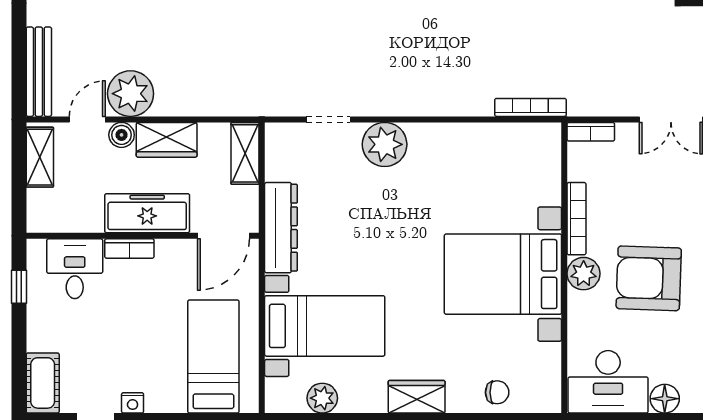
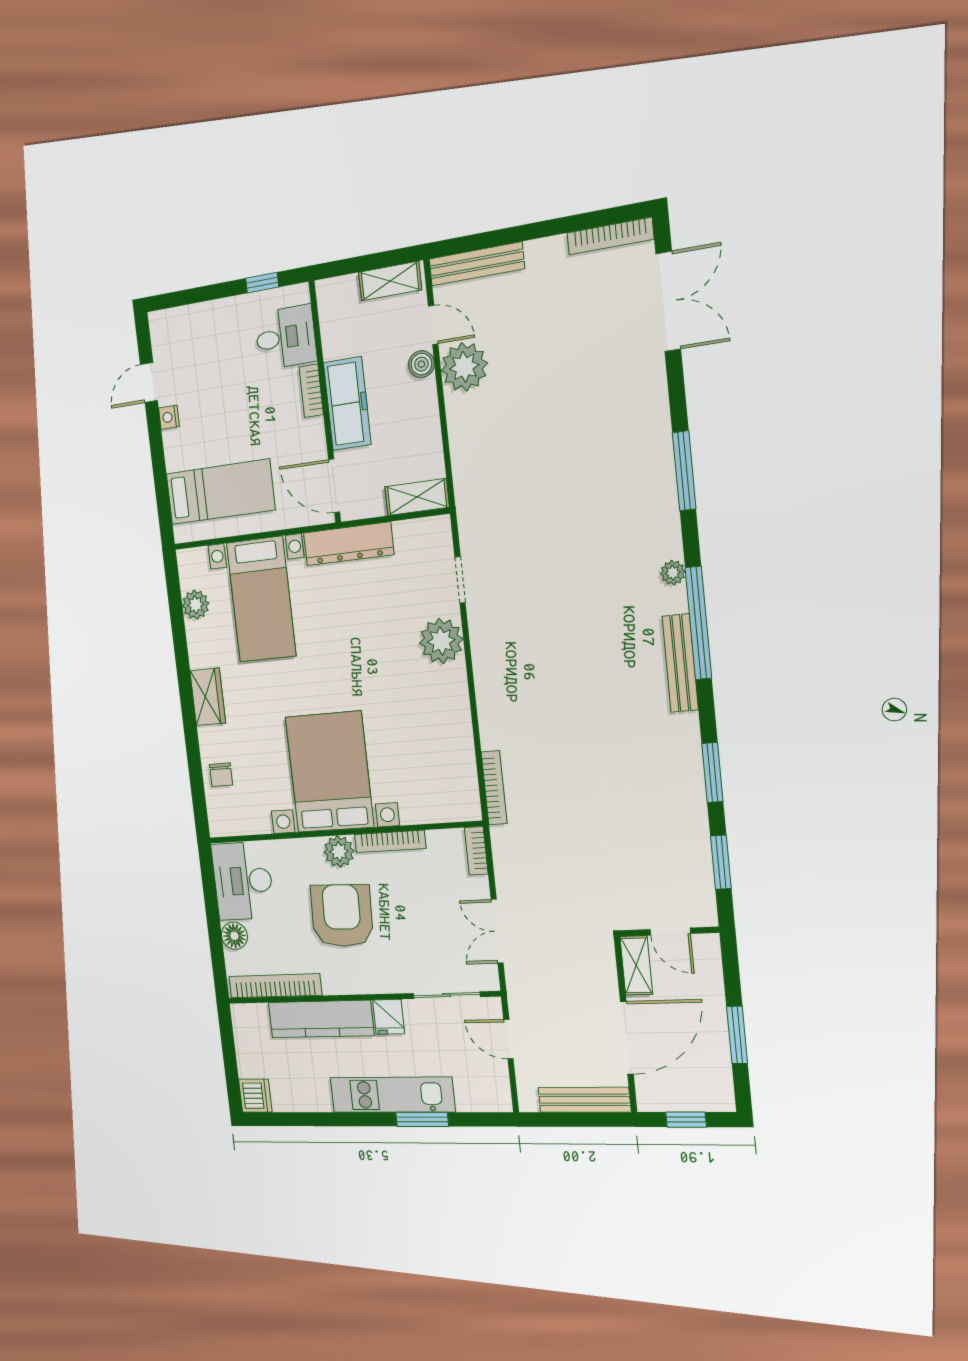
wardrobe: (167, 140) -> (422, 413), removed
cot: (43, 383) -> (176, 324), removed

